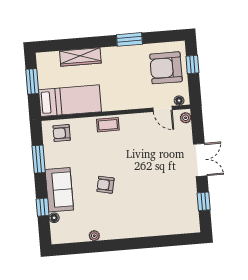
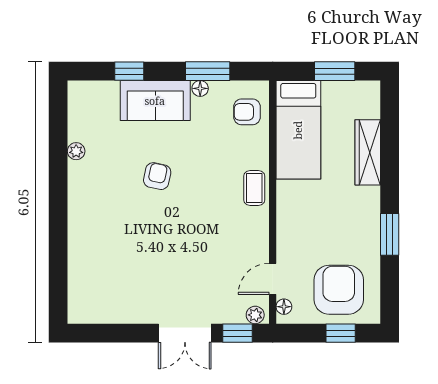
armchair: (62, 133) -> (247, 112), turned -90
window: (204, 201) -> (237, 333), moved
floor lamp: (54, 218) -> (200, 88), moved

